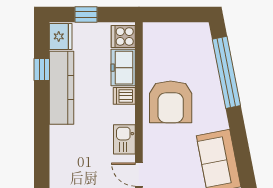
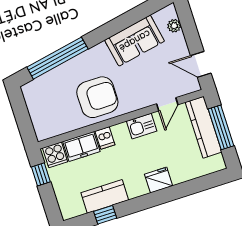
window: (86, 14) -> (41, 174), moved
fridge: (61, 36) -> (159, 180), moved
kitchen counter: (61, 88) -> (105, 196), width x0.67

